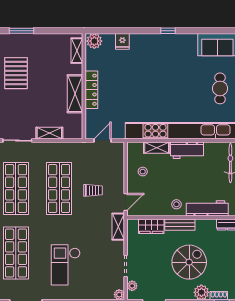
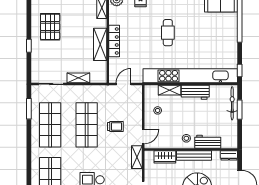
cafe table: (220, 88) -> (168, 33), moved
workbench: (207, 208) -> (208, 142), width x0.73
bench: (180, 225) -> (194, 155), width x1.36

